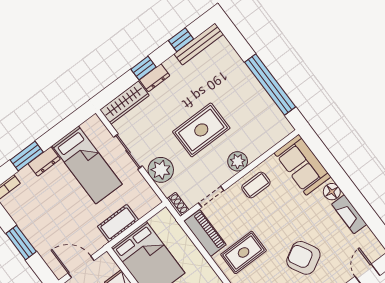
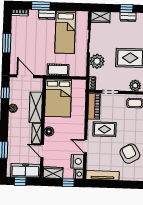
wardrobe: (125, 103) -> (100, 17), width x0.67

